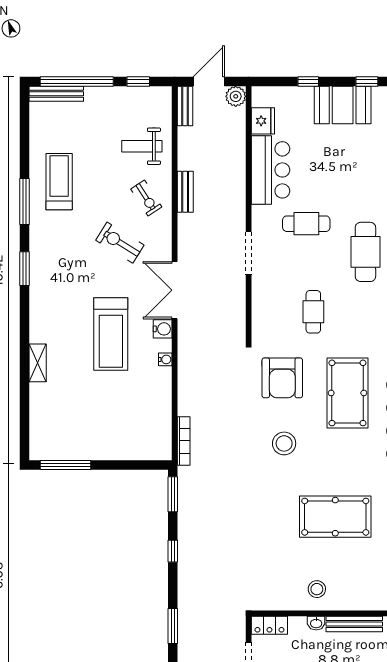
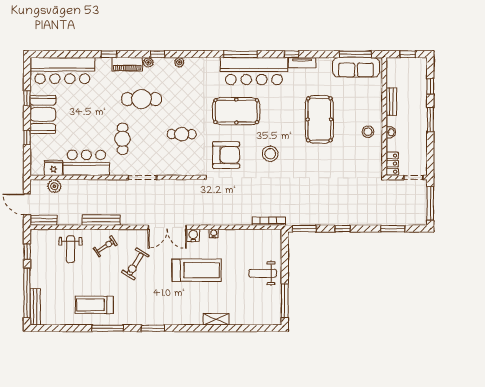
plant: (236, 96) -> (54, 186), moved
bench: (185, 192) -> (101, 220), width x1.36
weight bench: (106, 432) -> (263, 273), added
bench: (354, 624) -> (391, 102), width x0.73

